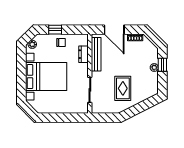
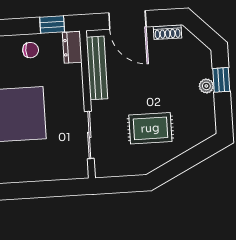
window: (55, 30) -> (52, 25), moved
dresser: (84, 54) -> (72, 47), moved
rug: (123, 88) -> (150, 128), turned 90

